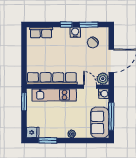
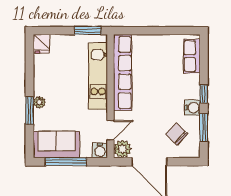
window: (48, 140) -> (29, 111), moved

